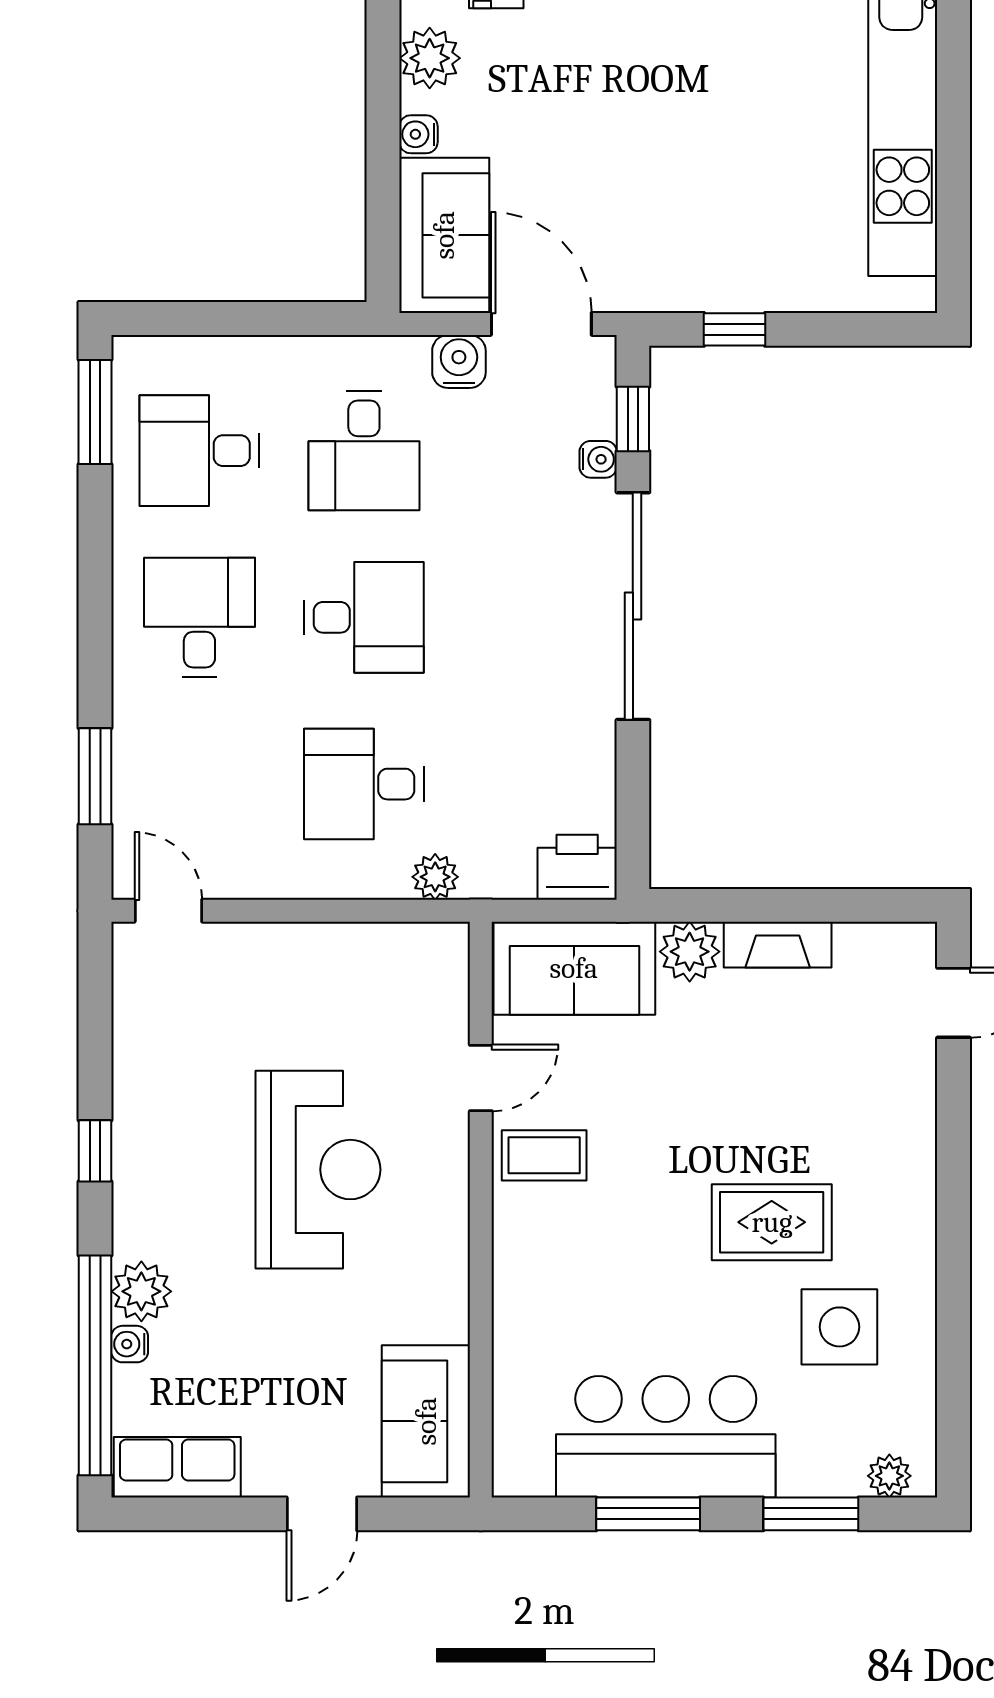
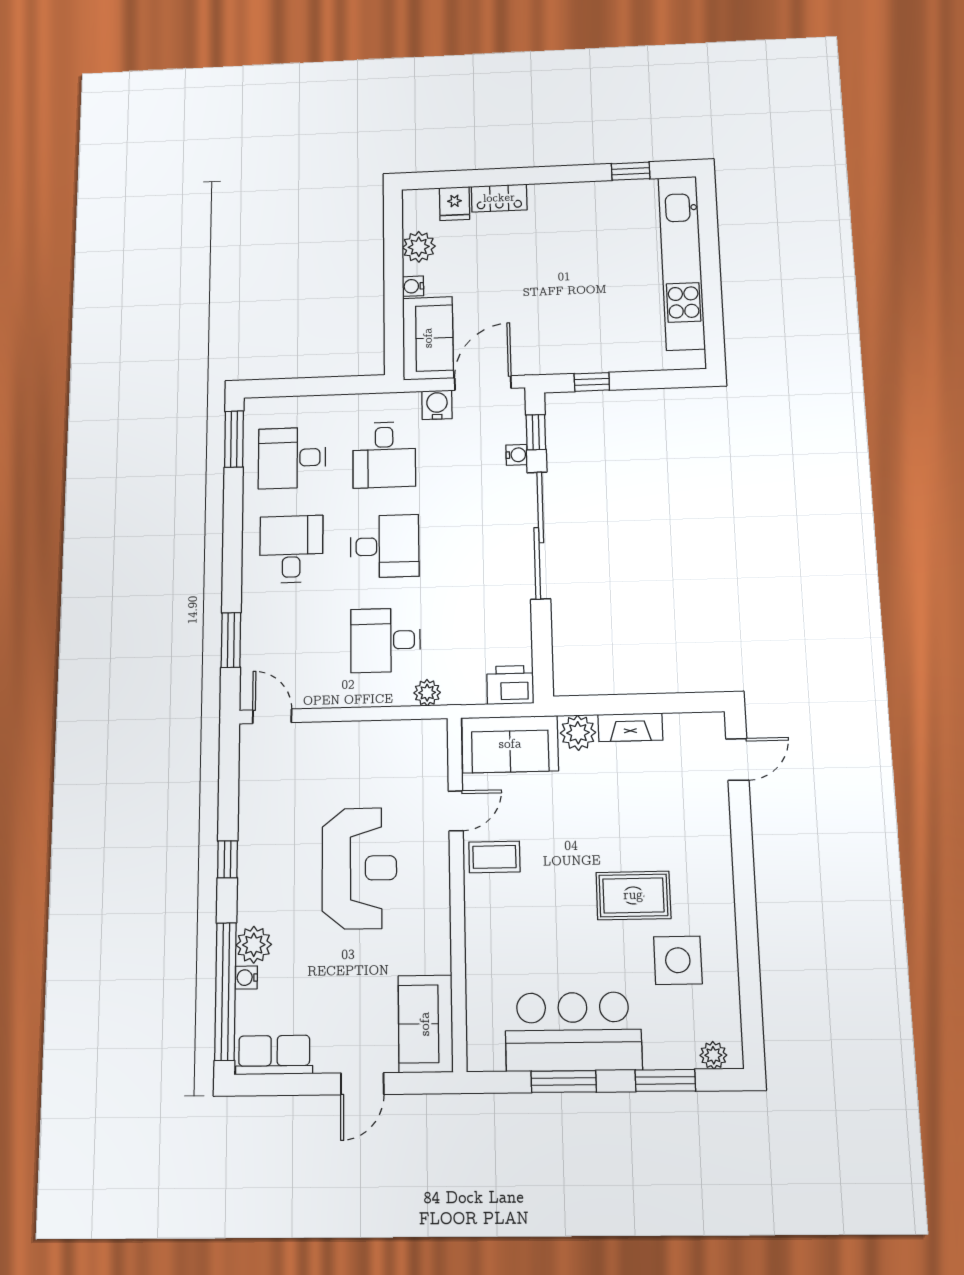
door: (541, 324) -> (483, 383), hinge flipped

